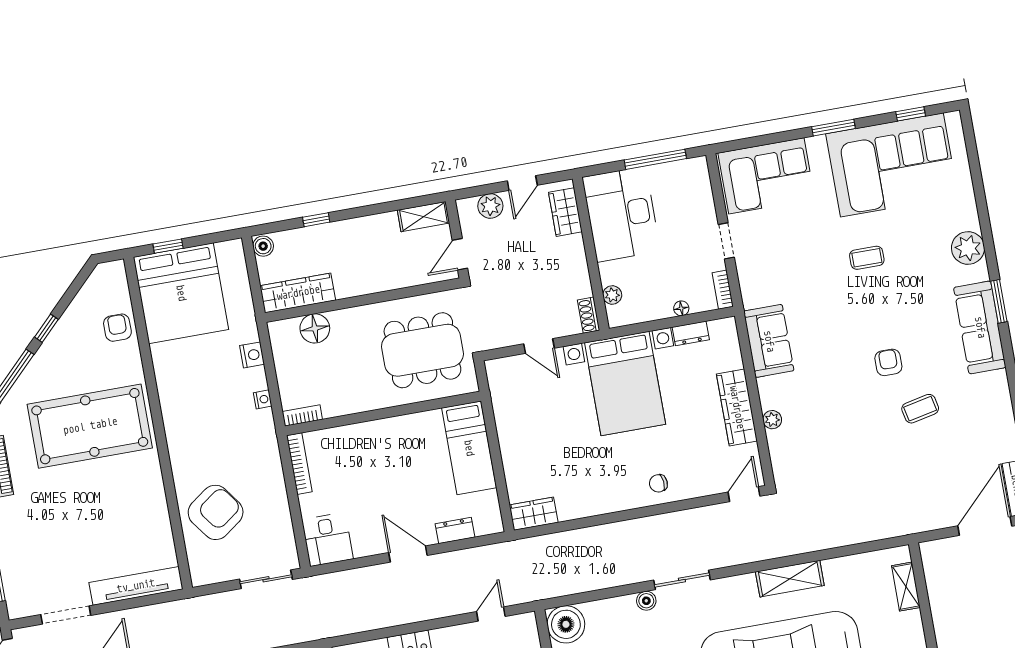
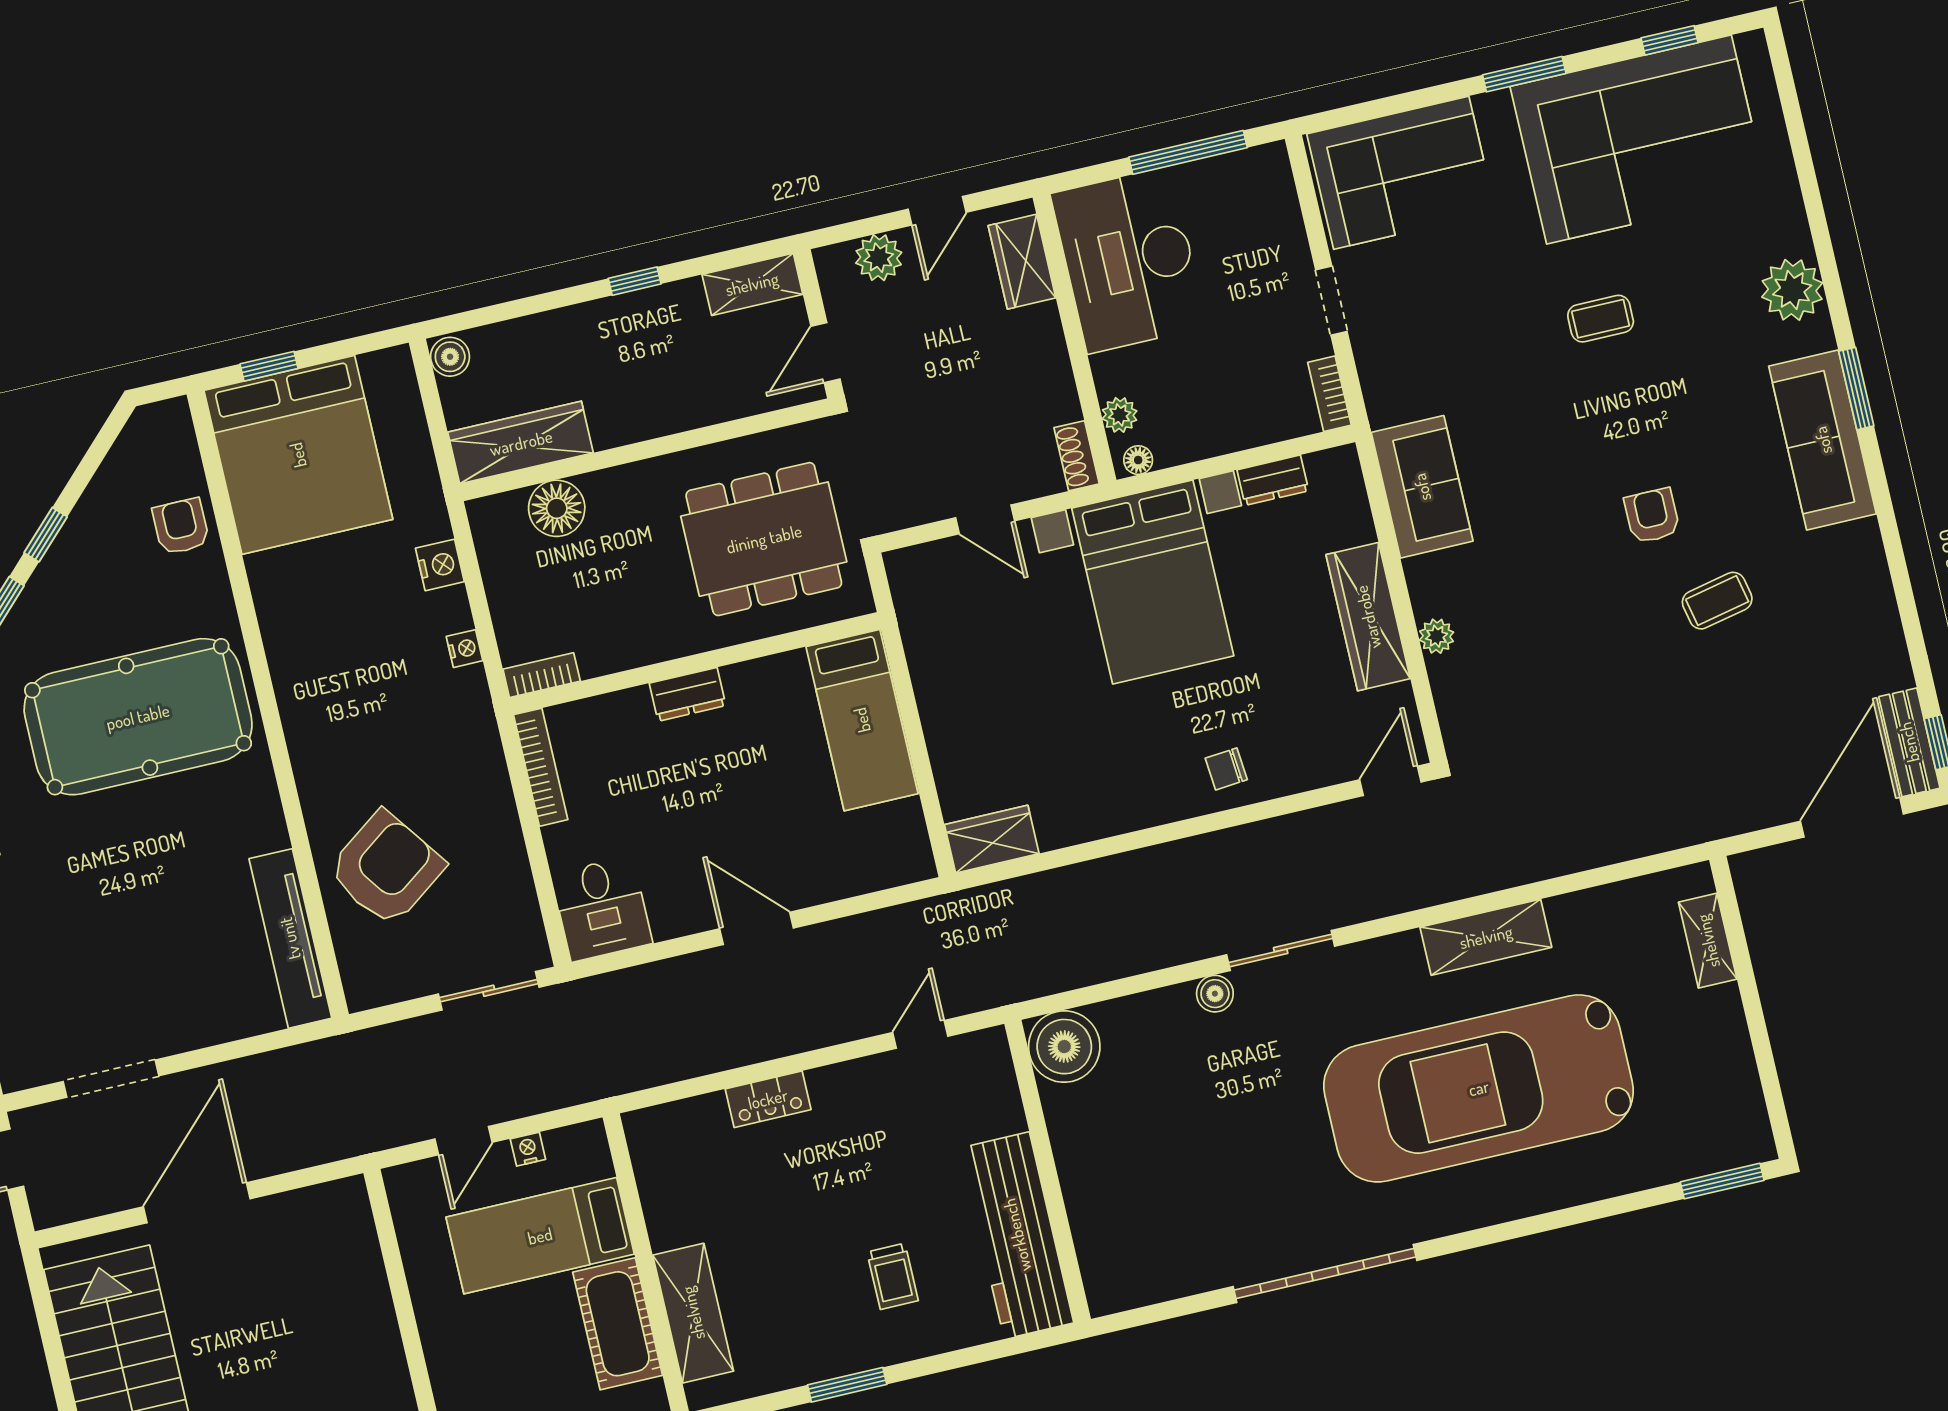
window: (316, 220) -> (635, 281), moved
floor lamp: (681, 308) -> (1138, 460), moved
dresser: (455, 530) -> (688, 694), moved, turned 180
tv unit: (136, 586) -> (290, 938), moved, turned -90

